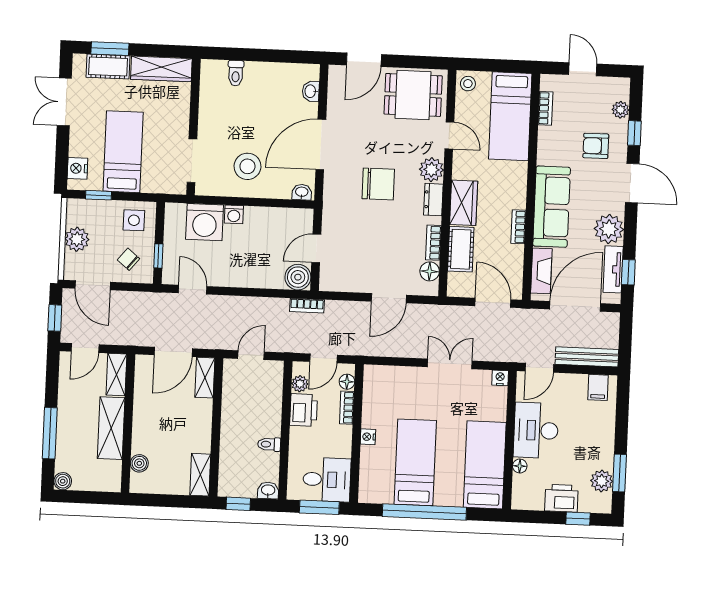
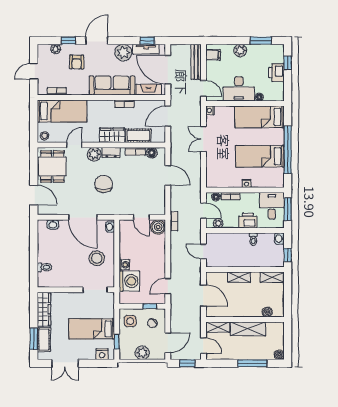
shelving: (205, 378) -> (239, 277), moved
printer: (304, 410) -> (248, 221), moved
plant: (602, 481) -> (240, 50), moved

